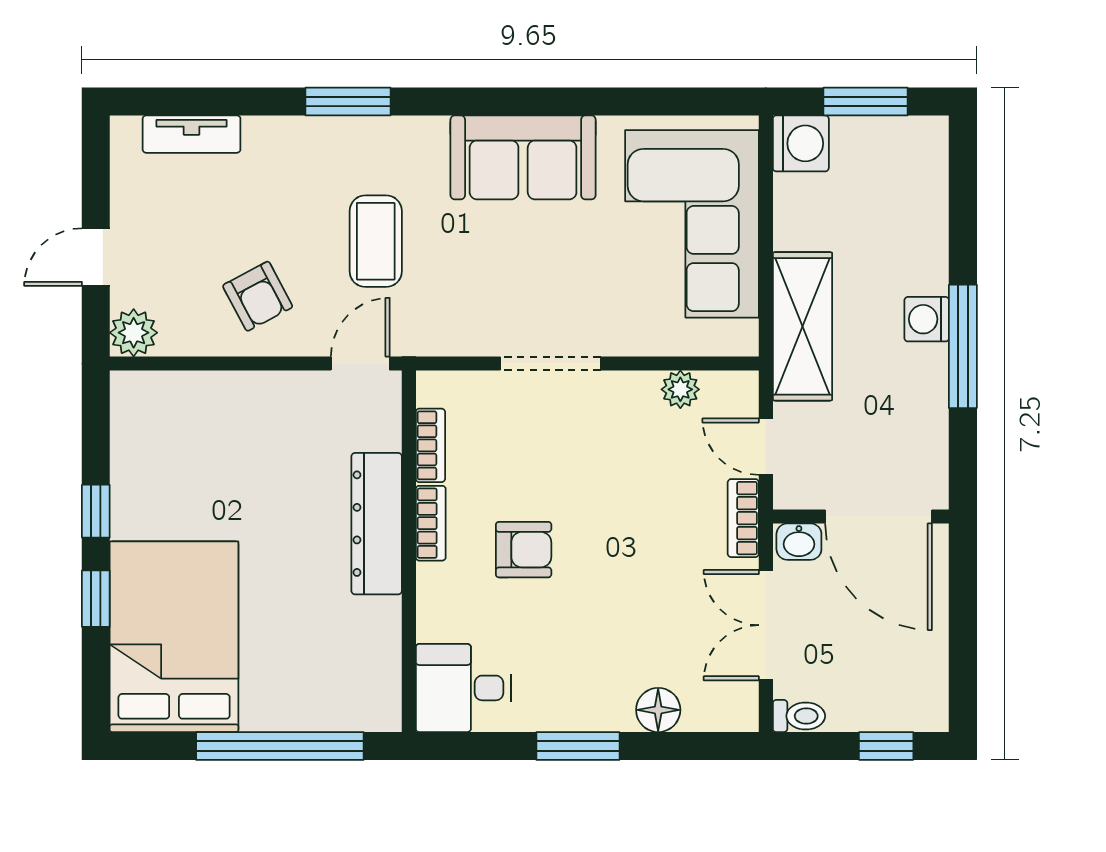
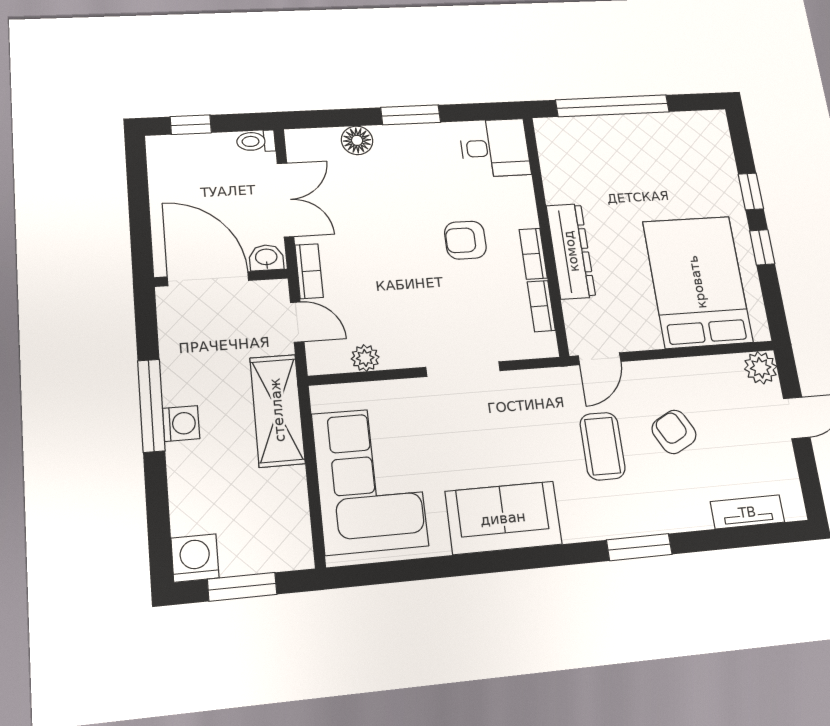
washing machine: (801, 143) -> (195, 558), moved, turned 90
armchair: (258, 296) -> (674, 432), moved
bed: (174, 637) -> (697, 282), moved, turned 180

